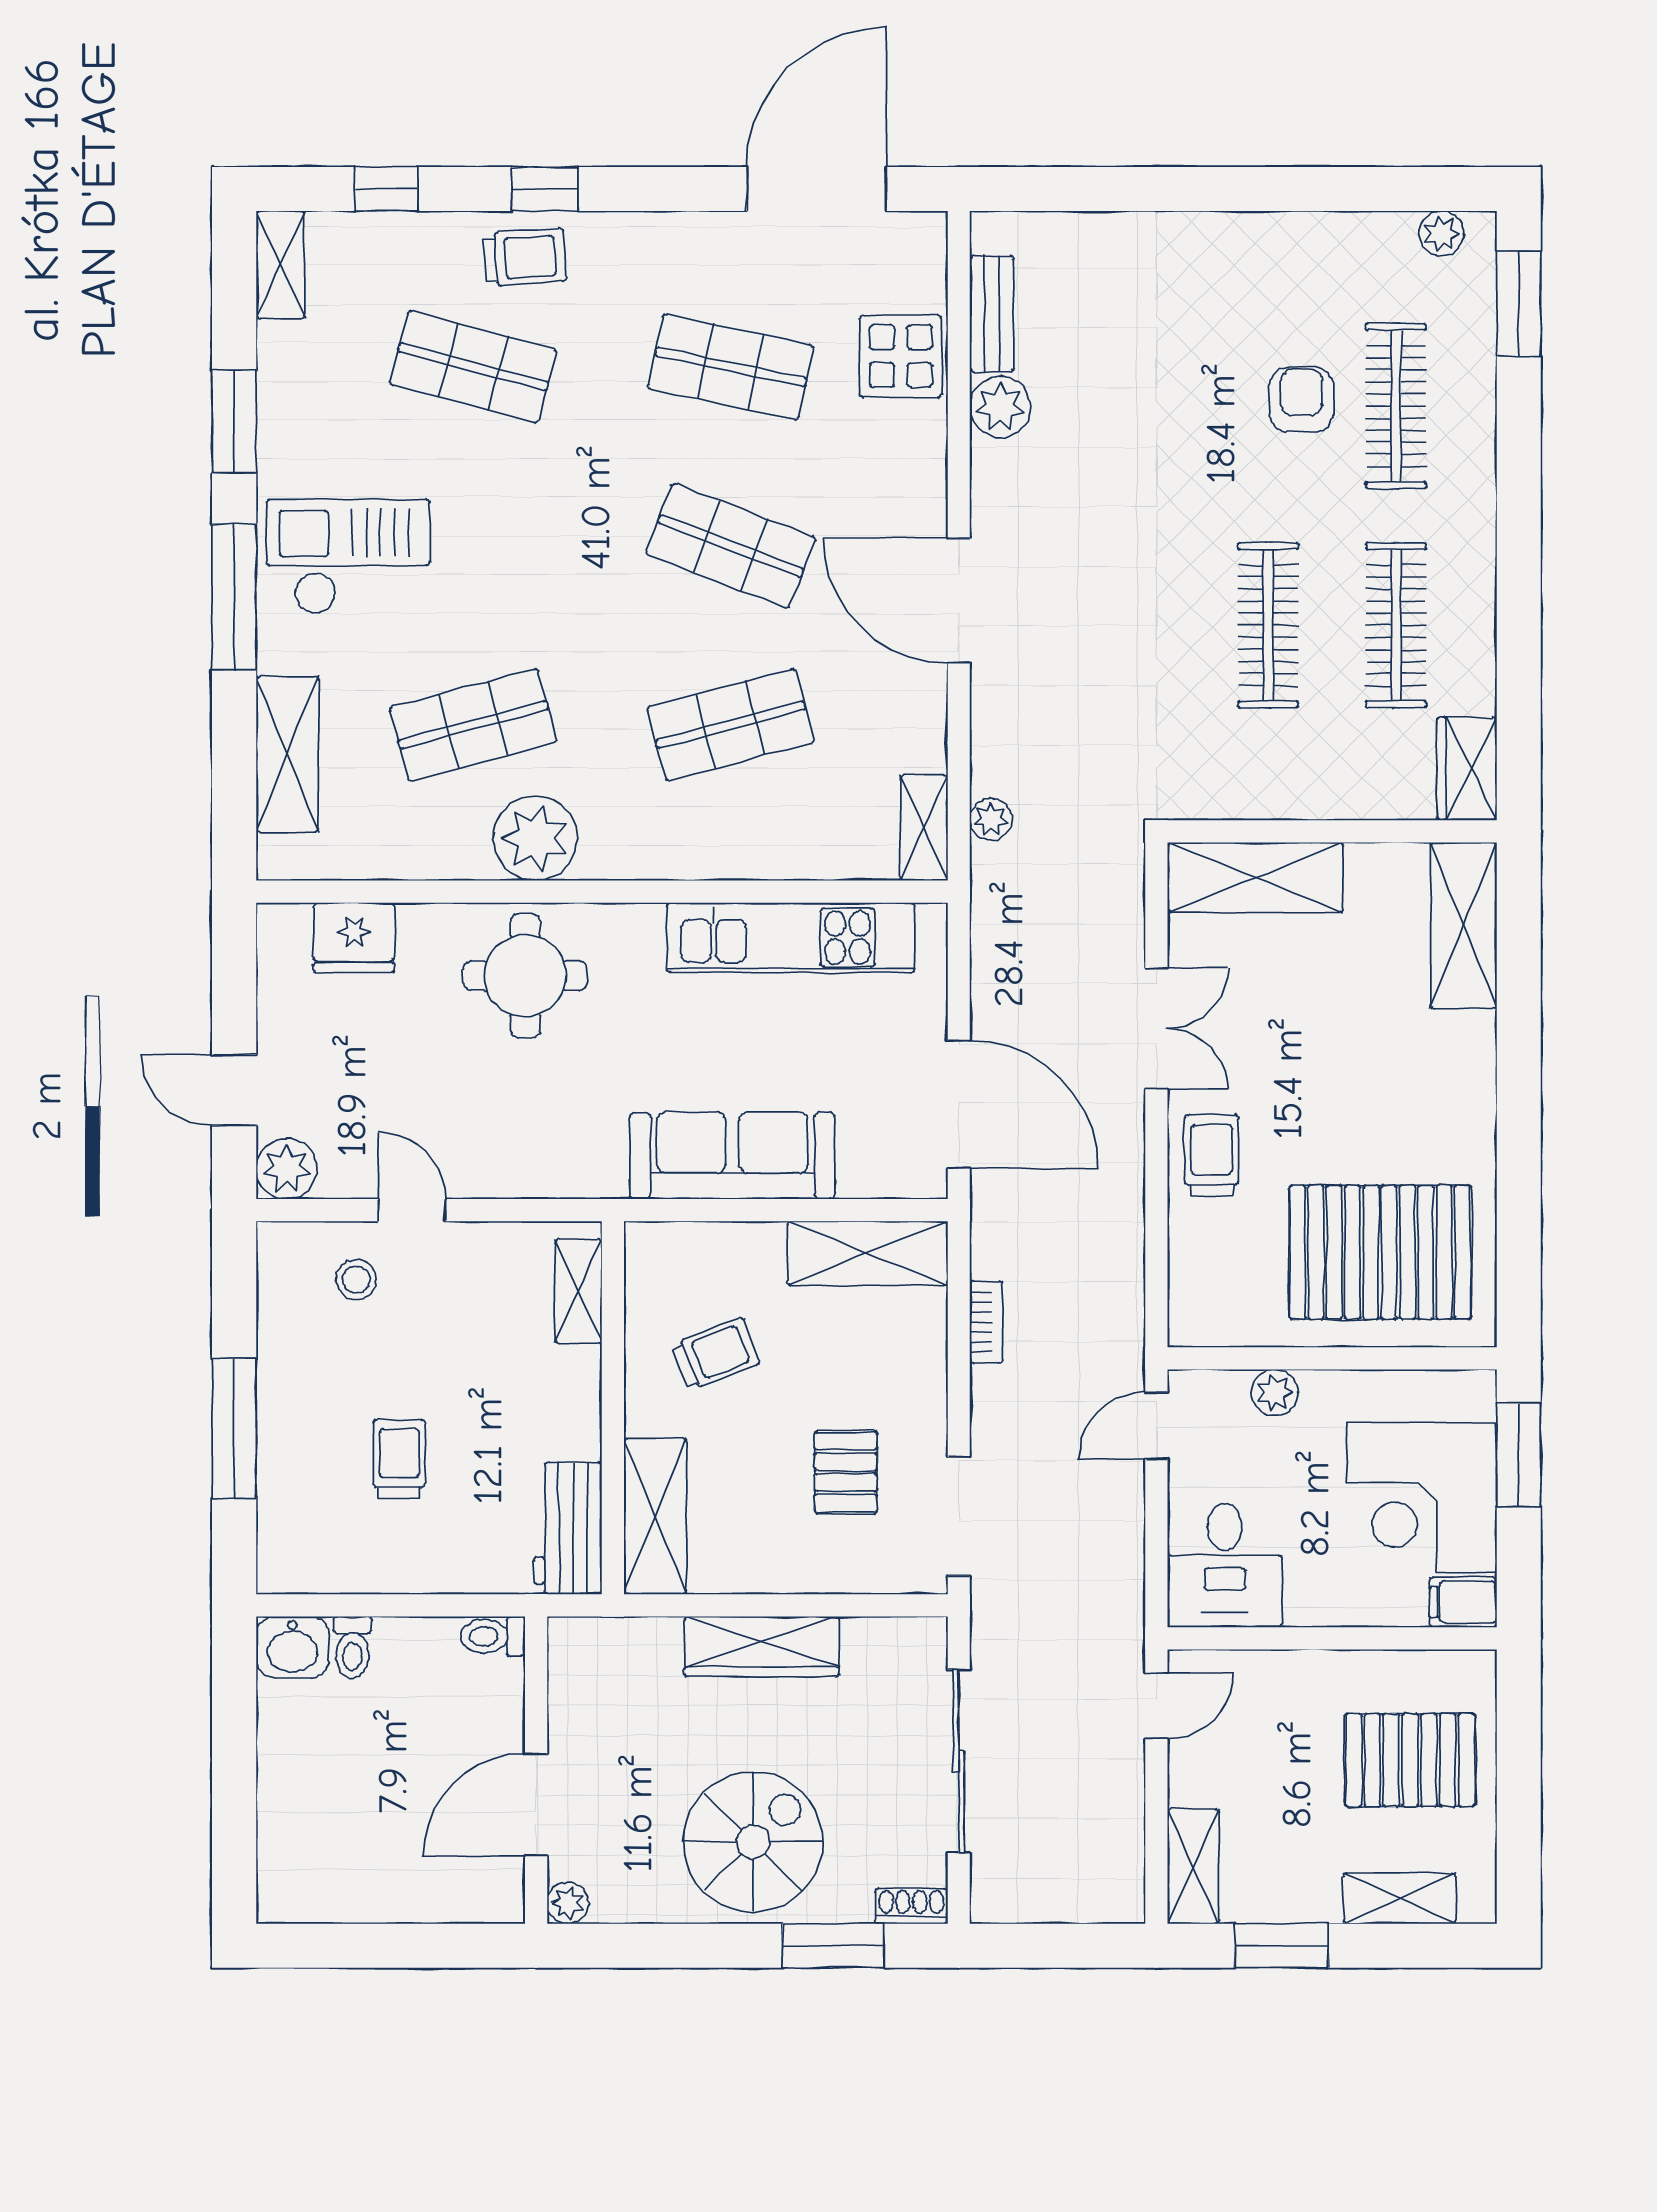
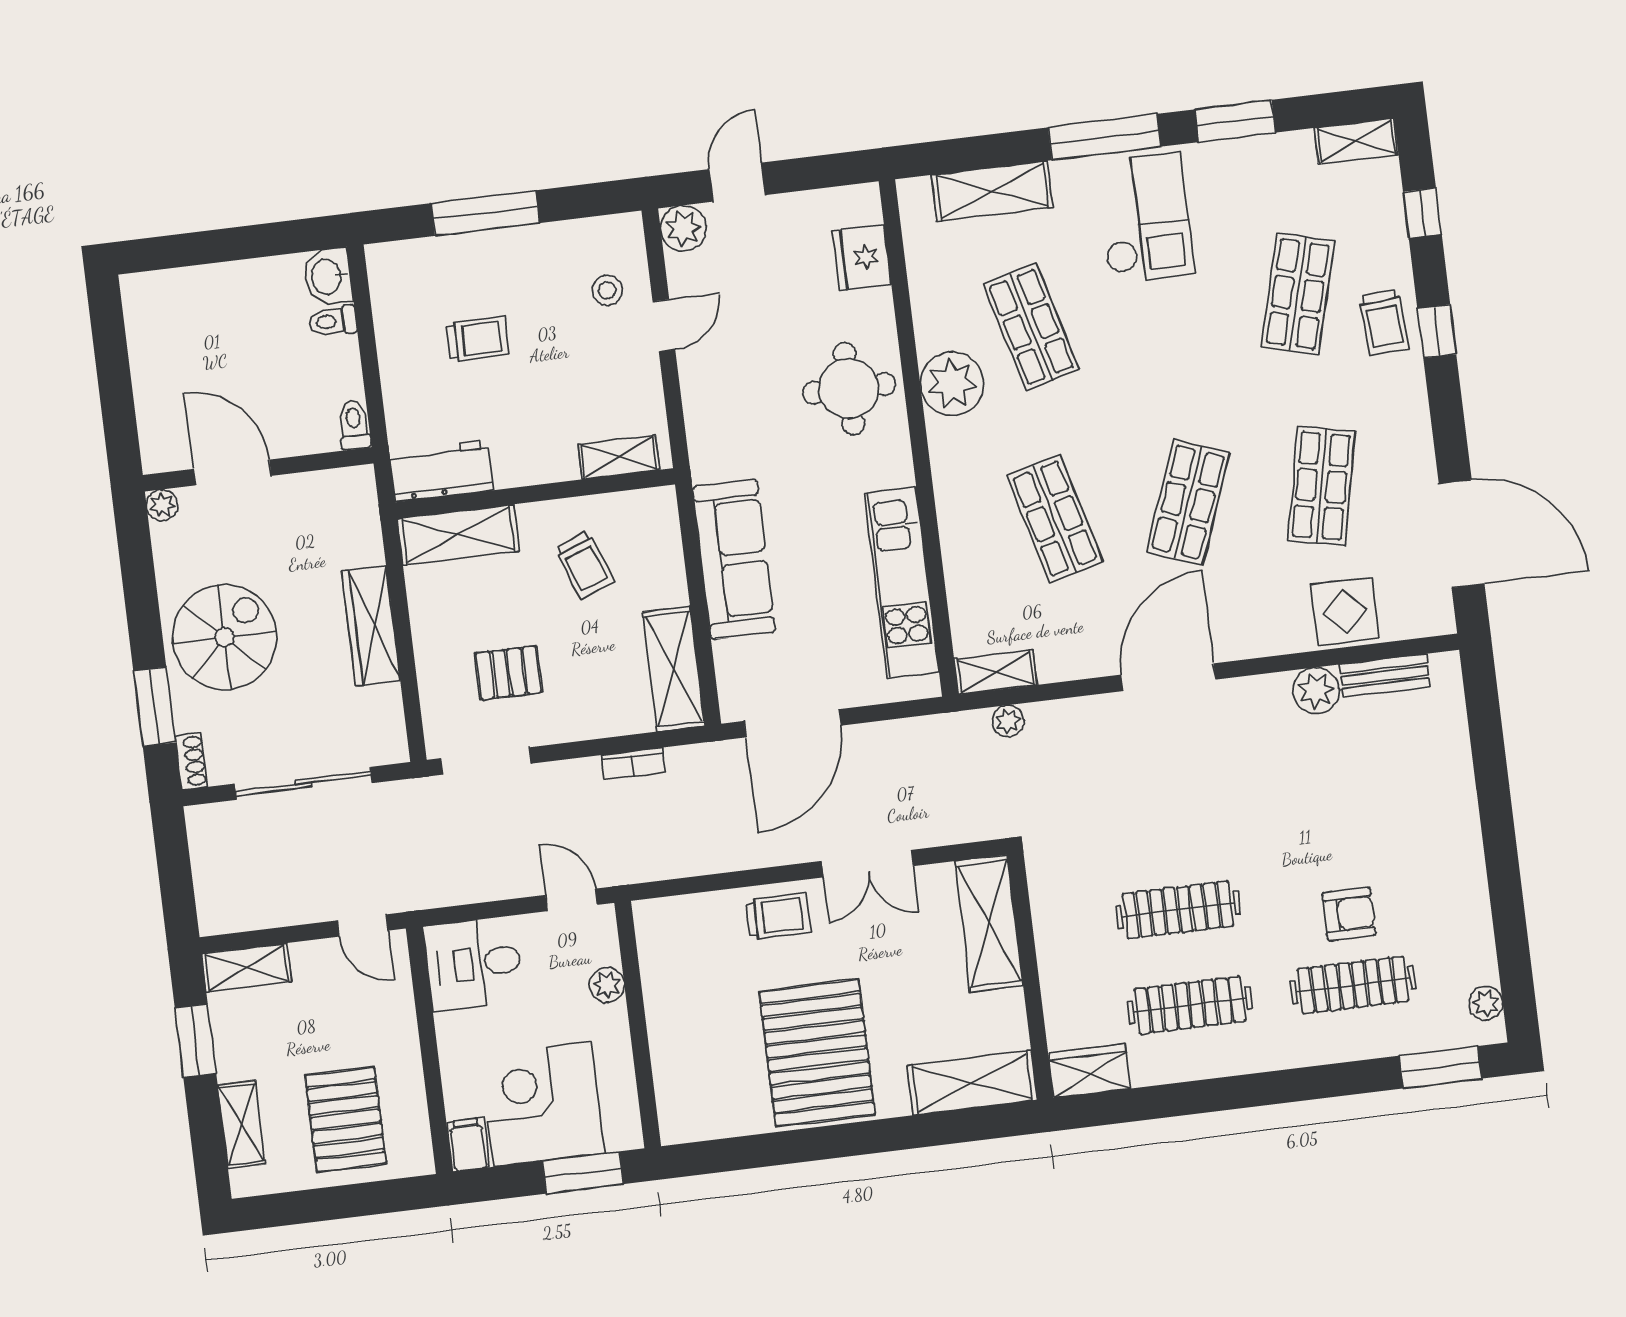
pallet: (1380, 1252) -> (817, 1053), moved
spiral stairs: (753, 1842) -> (225, 637), turned -90

